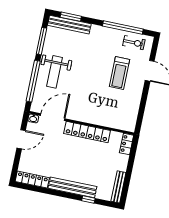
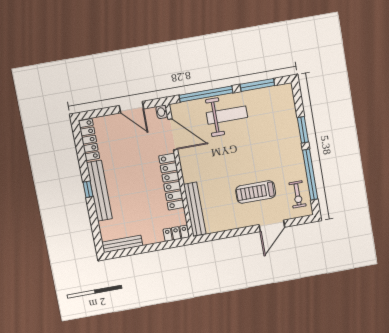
window: (71, 17) -> (303, 130), moved
bench: (69, 25) -> (195, 209), moved
weight bench: (54, 72) -> (227, 115), turned 180
window: (88, 200) -> (88, 189), moved

